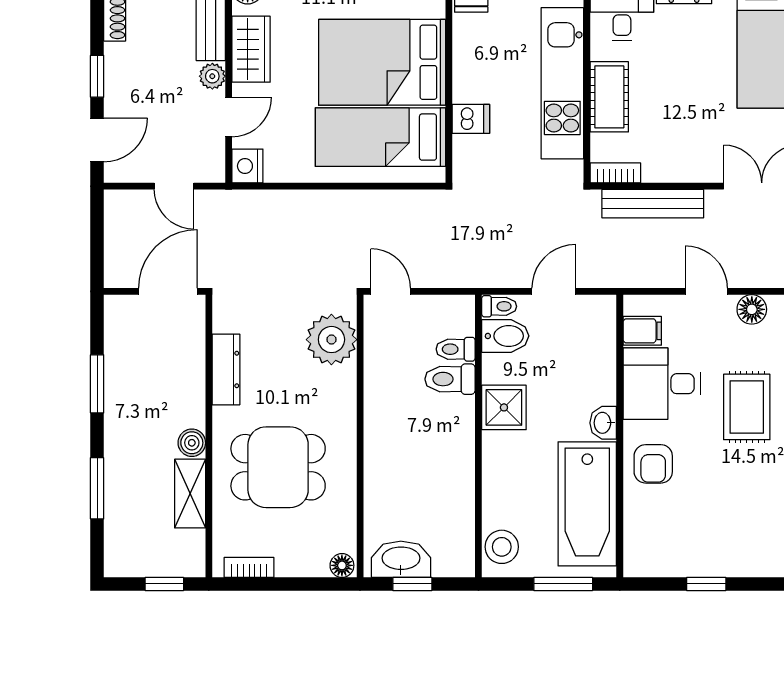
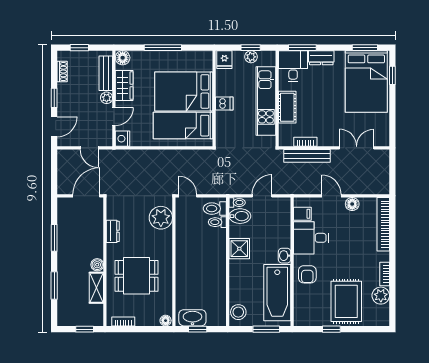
dishwasher: (471, 119) -> (224, 104), moved
bookcase: (615, 173) -> (305, 142), moved
dresser: (226, 369) -> (113, 231), width x0.70
toilet: (450, 379) -> (215, 209), moved
rug: (747, 407) -> (346, 301), moved, width x1.36, depth x1.43

